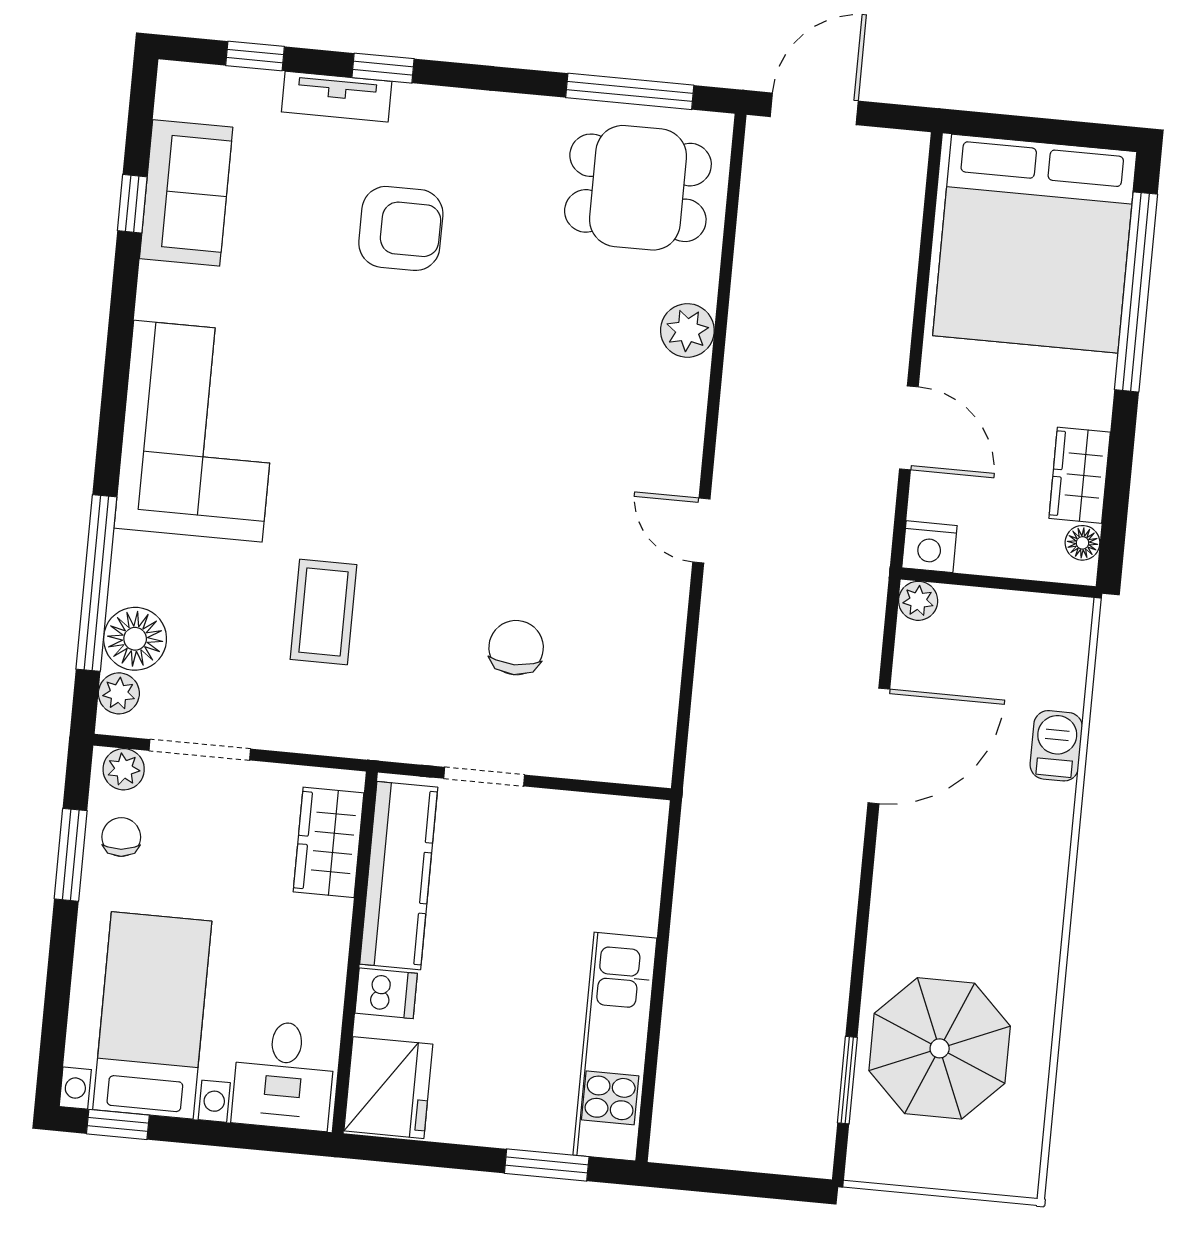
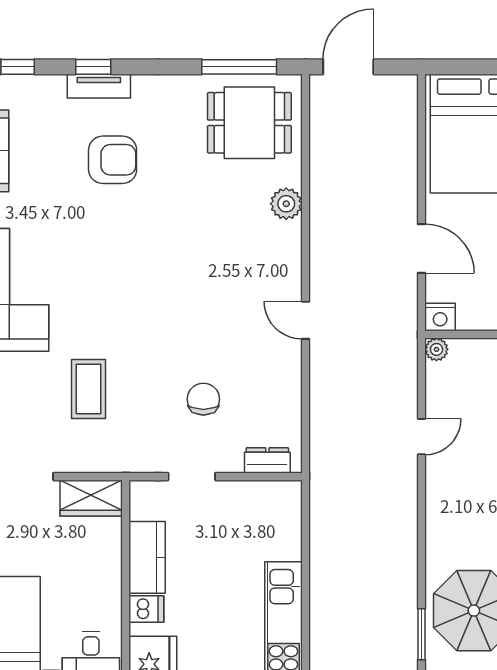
tv unit: (337, 97) -> (99, 86), moved
door: (879, 746) -> (422, 437), width x0.53
dresser: (614, 761) -> (267, 460), added
wardrobe: (329, 842) -> (91, 498), moved, turned -90
kitchen counter: (399, 876) -> (147, 557), width x0.67

